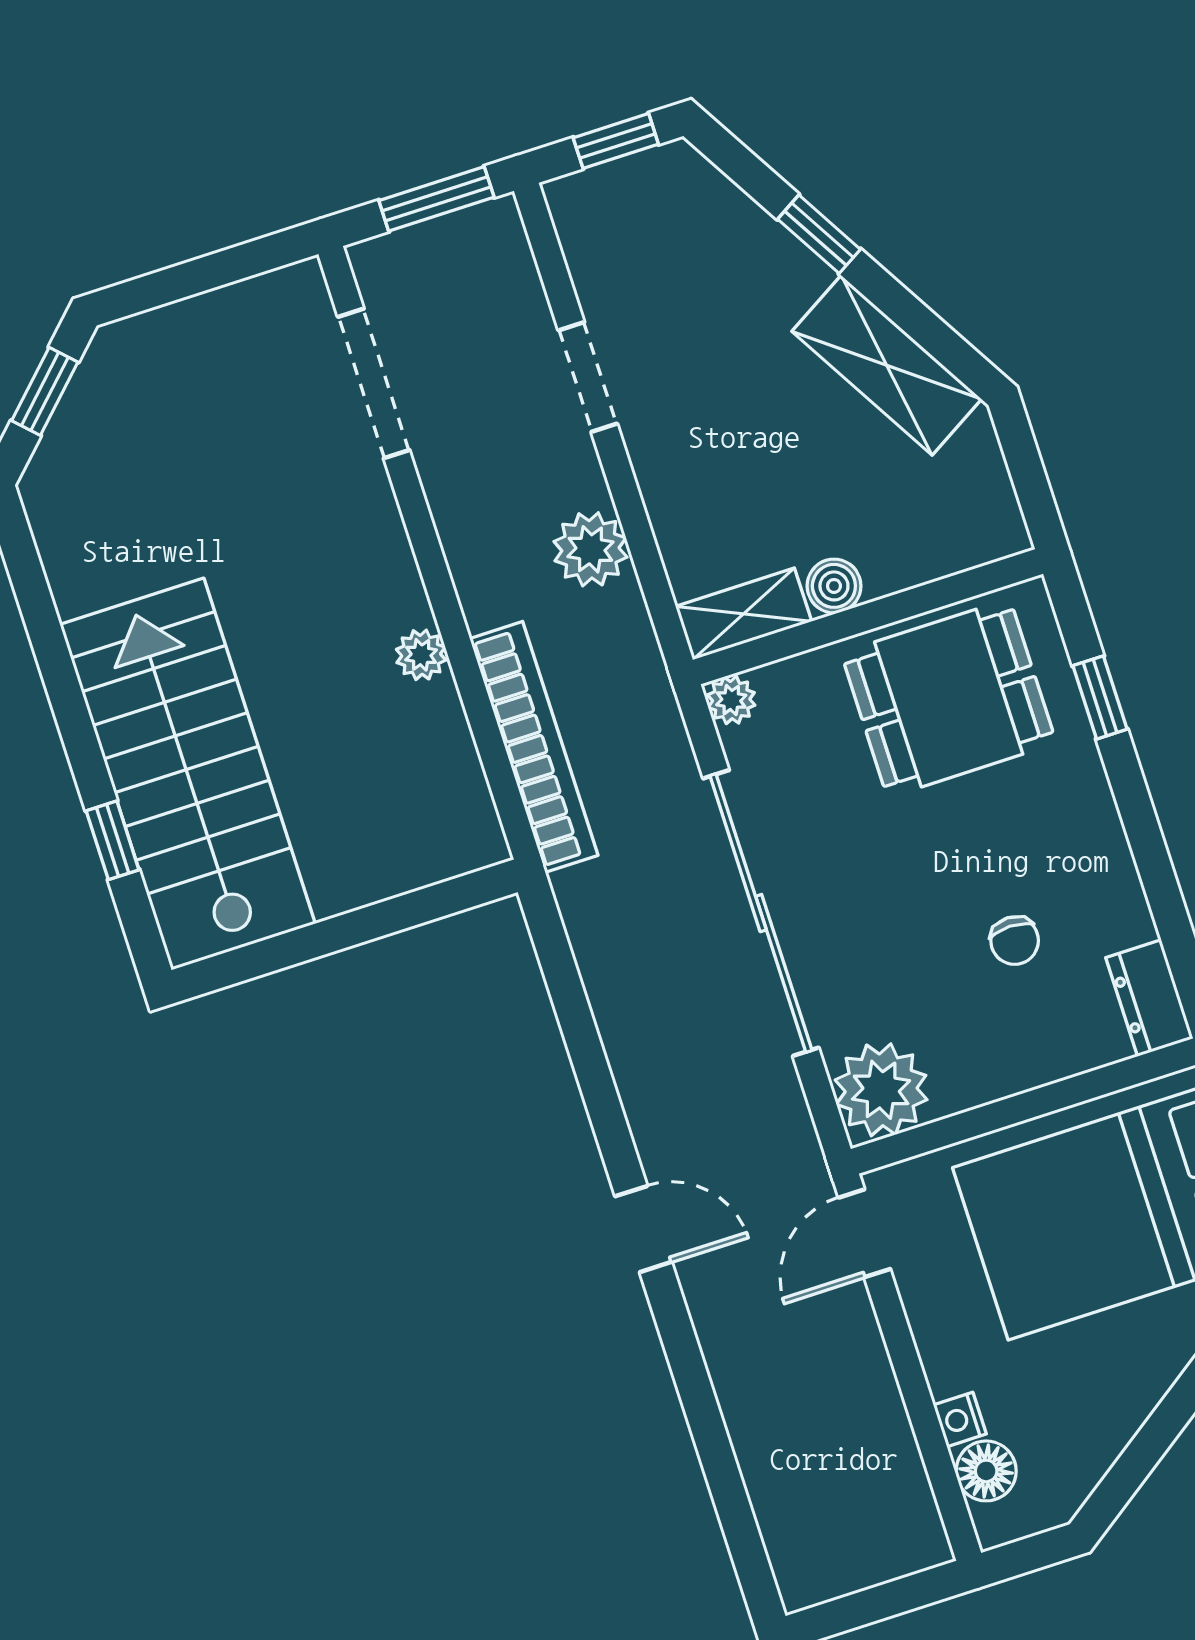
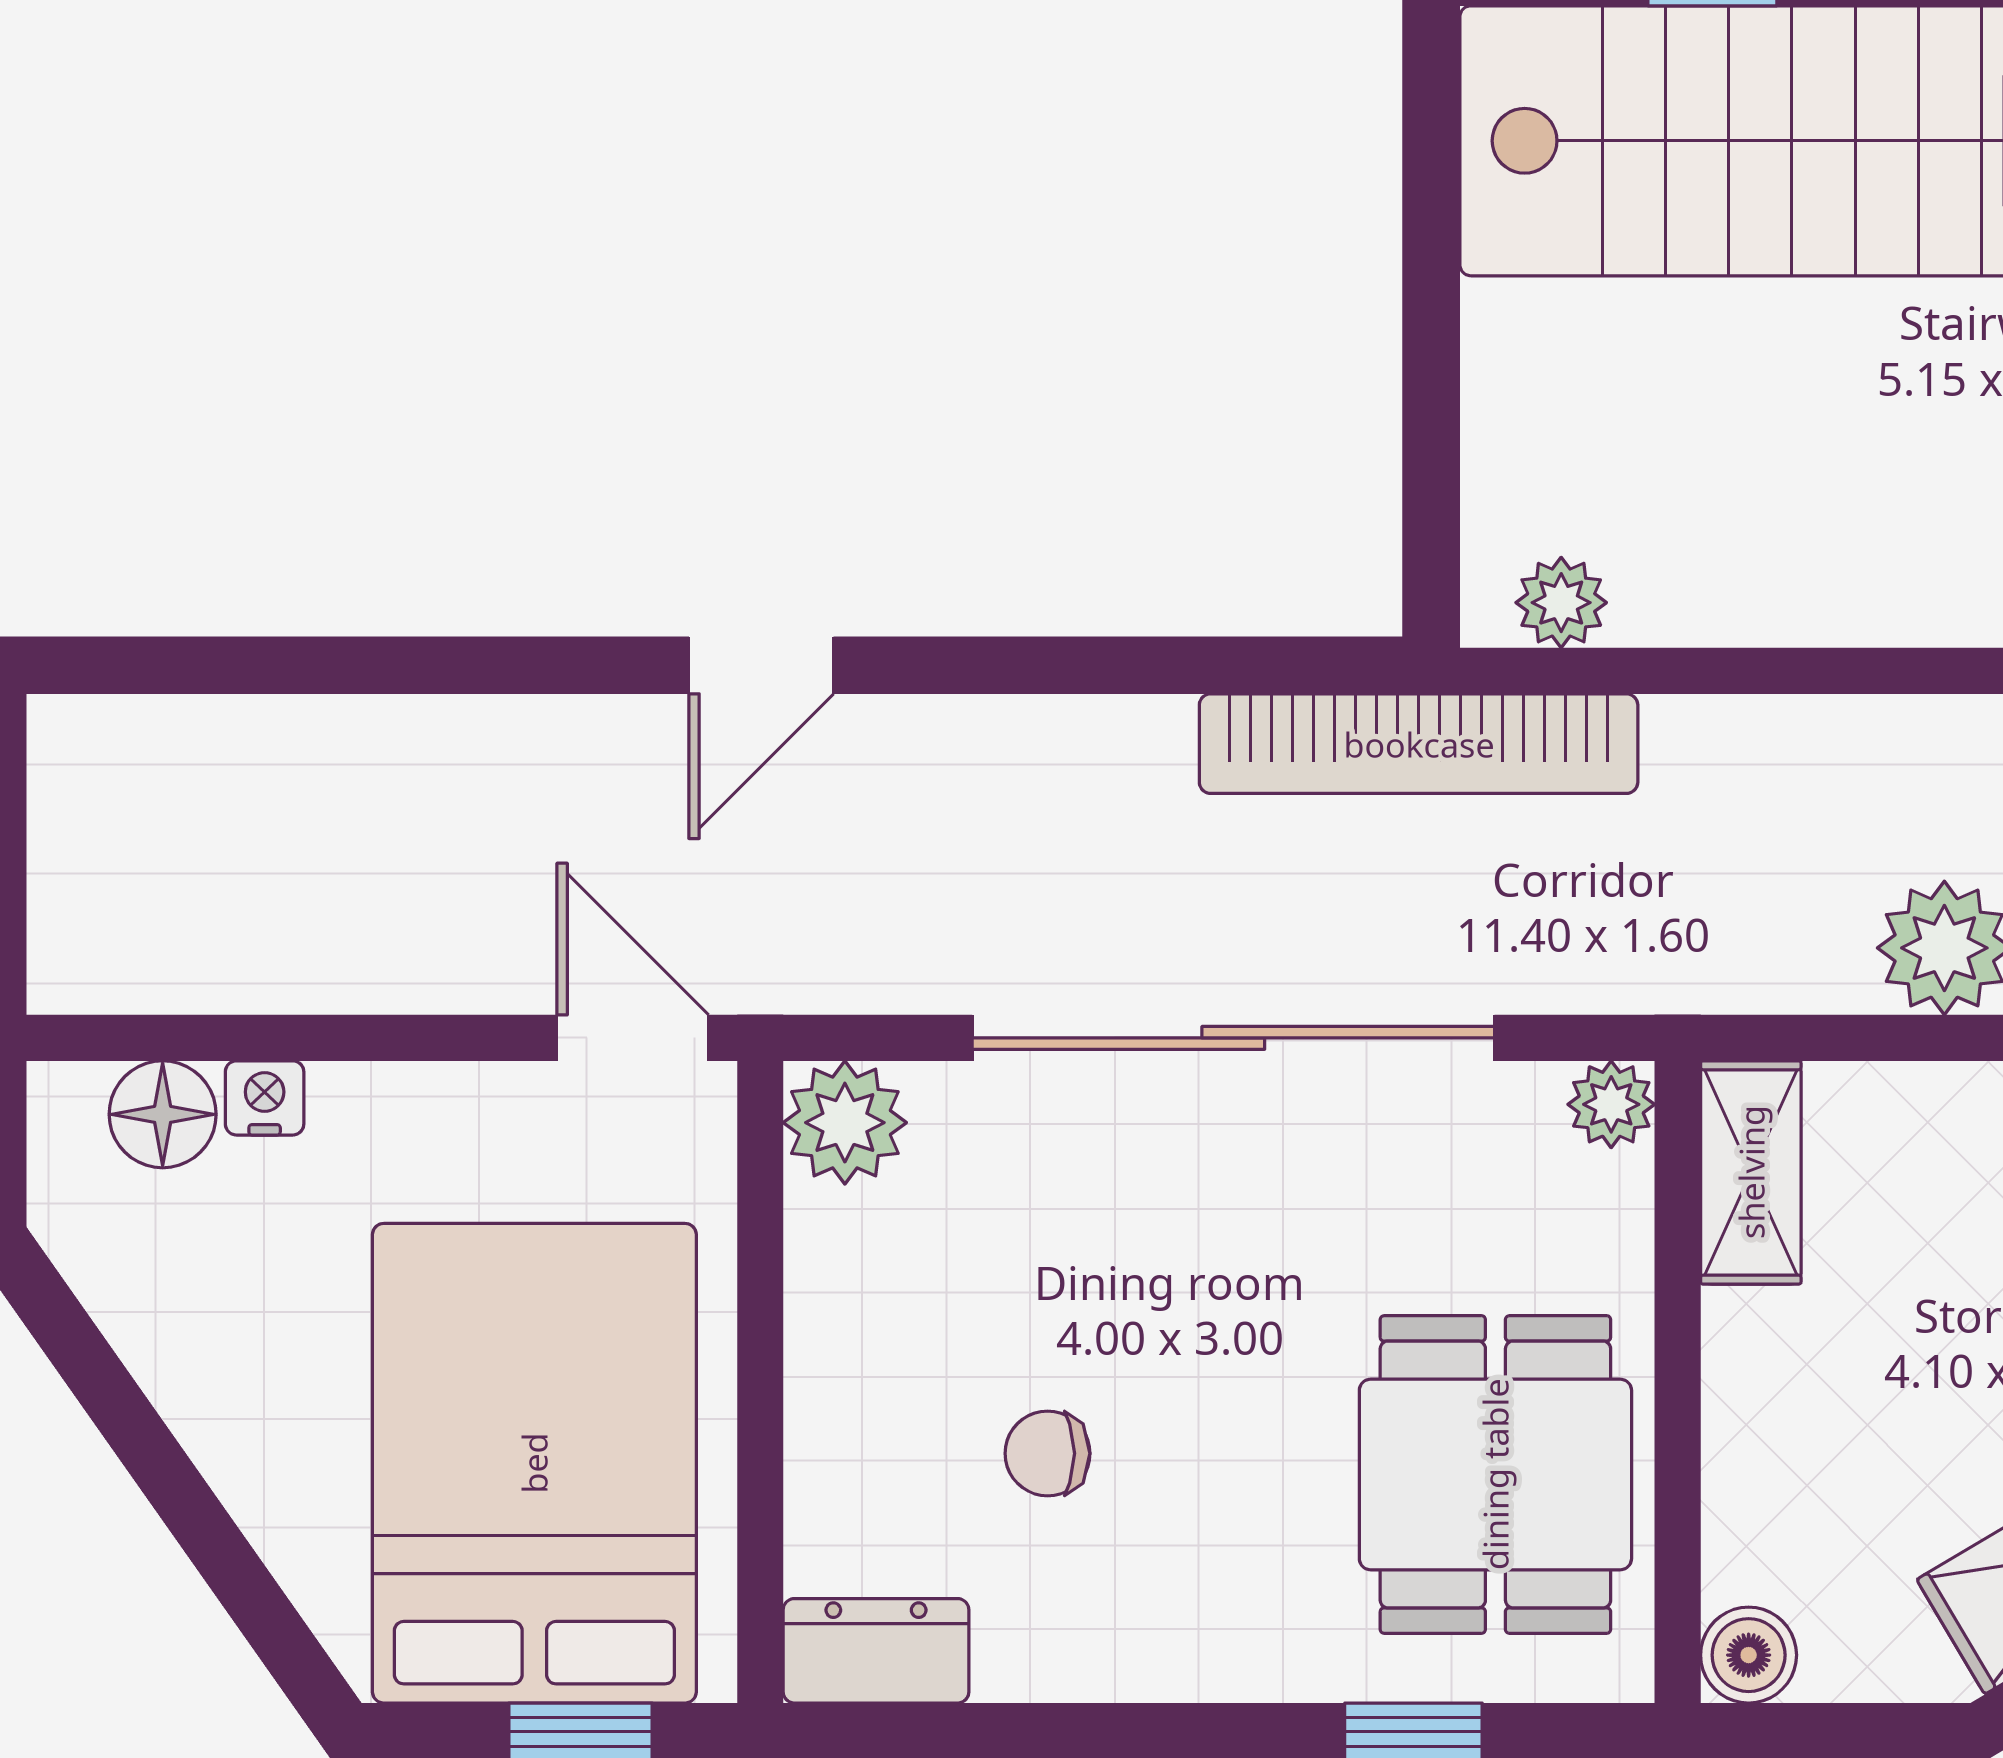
boiler: (834, 586) -> (1749, 1655), moved
plant: (421, 655) -> (1561, 603), moved
bookcase: (534, 747) -> (1419, 744), moved
plant: (881, 1090) -> (845, 1123), width x0.73, depth x0.73

